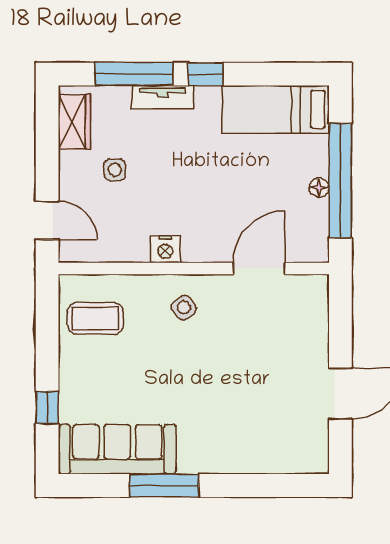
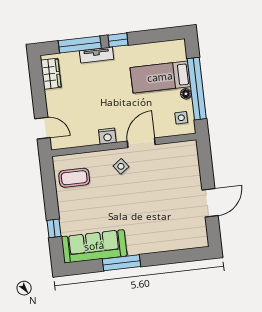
bed: (276, 109) -> (160, 77), moved
side table: (115, 170) -> (181, 118), moved
door: (259, 268) -> (141, 143), moved

